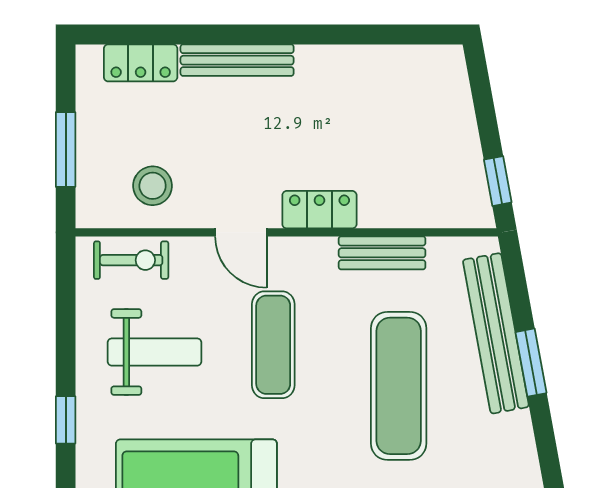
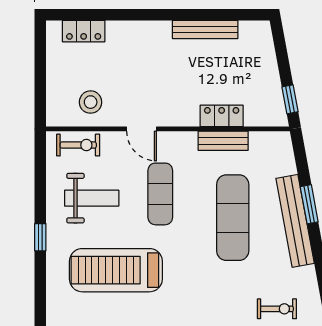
bench: (237, 60) -> (205, 29), moved
window: (66, 149) -> (40, 81), removed
locker: (319, 210) -> (222, 116), moved
bench: (496, 333) -> (295, 221), moved

